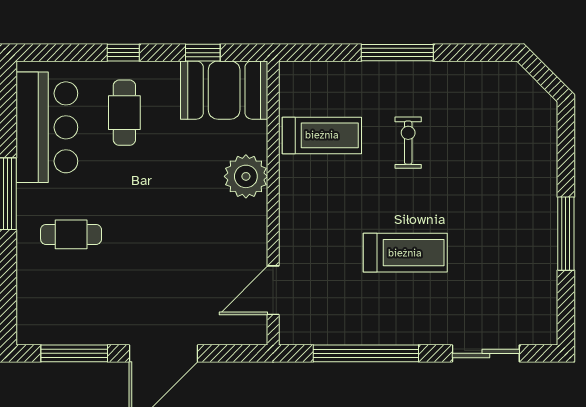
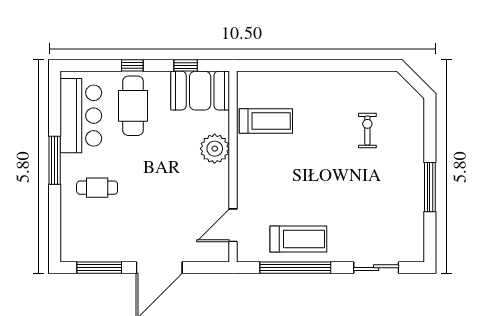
window: (397, 53) -> (317, 65), removed
cafe table: (124, 113) -> (133, 106), width x1.37, depth x1.35
exercise bike: (408, 143) -> (367, 130), moved
treadmill: (405, 253) -> (298, 239), moved

